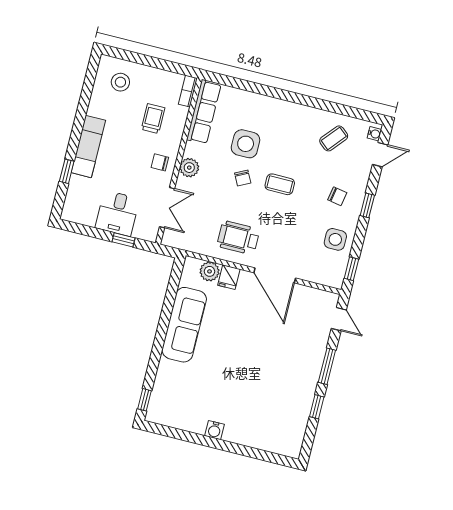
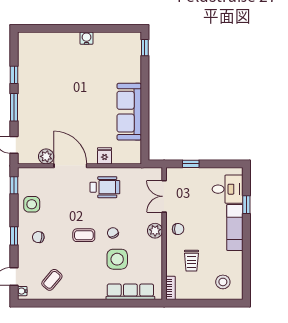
row of seats: (204, 112) -> (130, 292), moved, turned 90
desk: (117, 213) -> (228, 189), moved, turned 90
plant: (210, 271) -> (46, 156), moved

